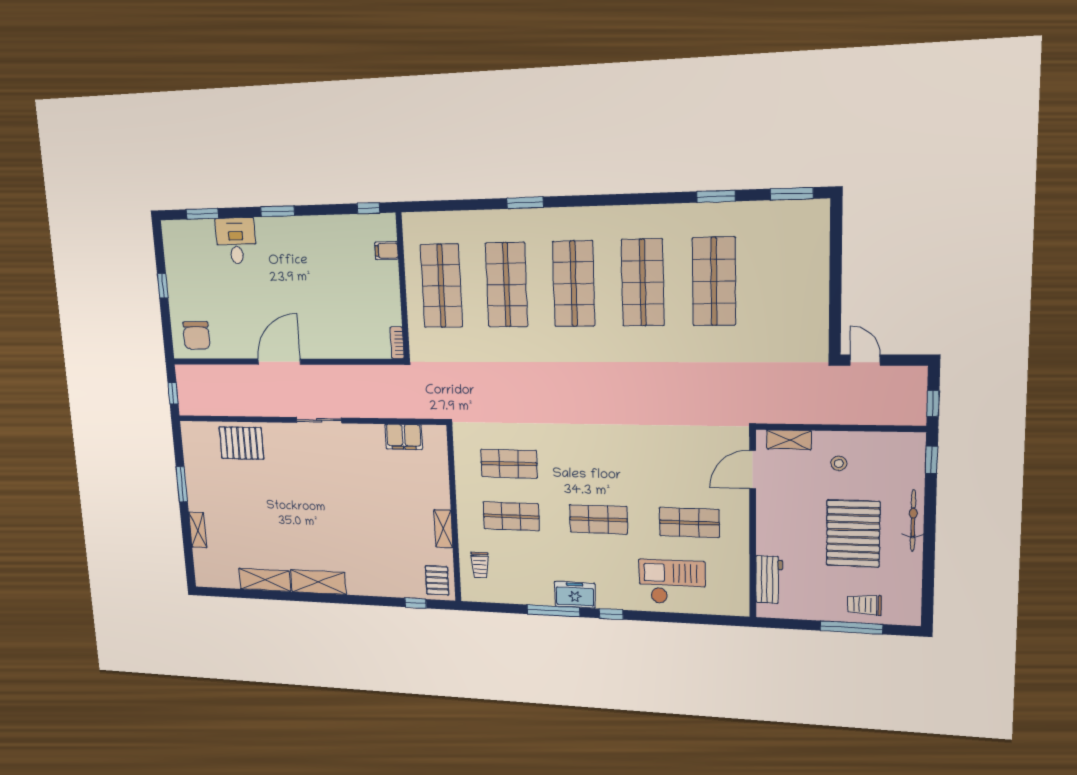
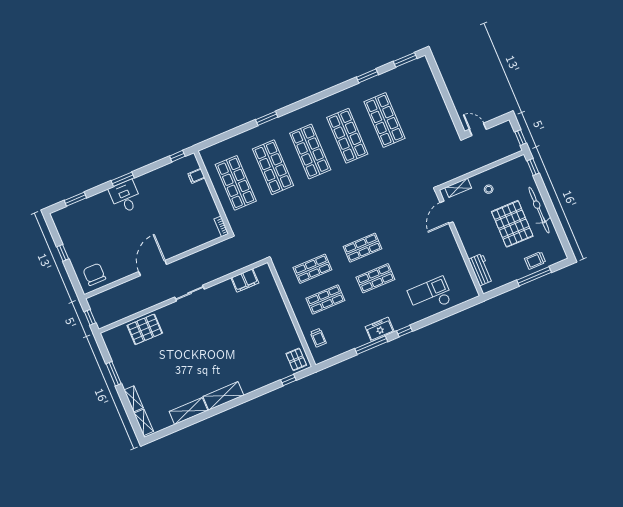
desk: (236, 241) -> (125, 197), moved
chair: (196, 335) -> (94, 274), turned 180
bicycle: (913, 521) -> (539, 210), width x1.37, depth x1.40
shop shelf: (689, 523) -> (362, 248), moved
shelving: (443, 529) -> (144, 422), moved

